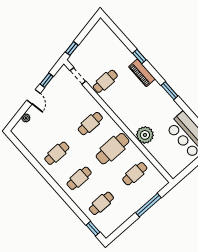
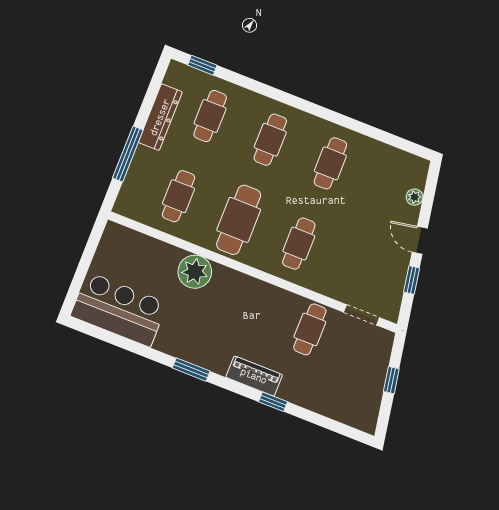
window: (72, 49) -> (391, 380), moved
dresser: (125, 215) -> (160, 117), added

